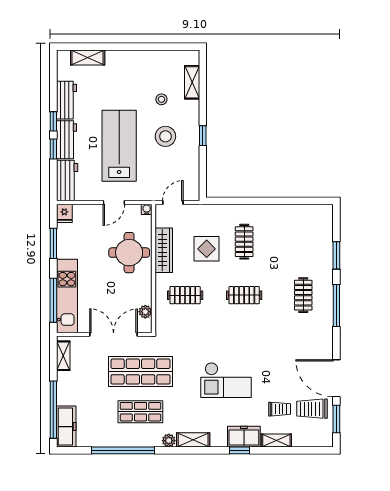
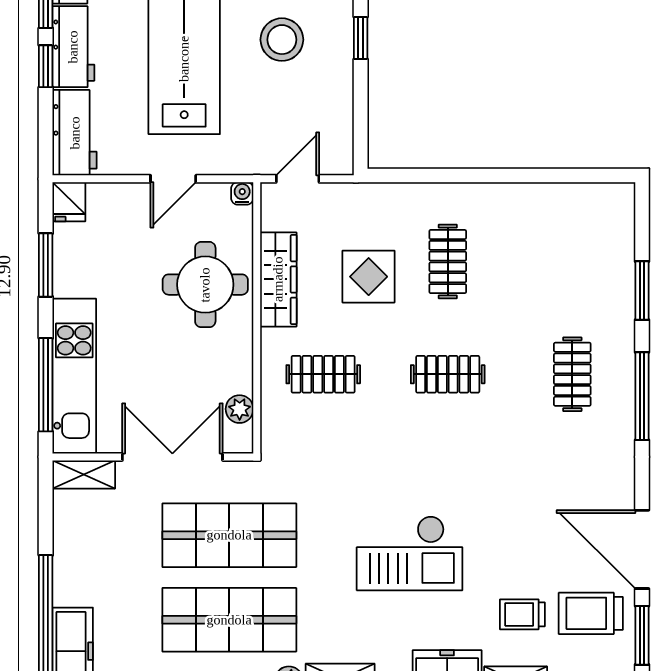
shelving: (63, 356) -> (84, 474), moved, turned 90
trolley: (280, 409) -> (522, 614), turned 180
shop shelf: (140, 412) -> (229, 620), width x1.43, depth x1.36

